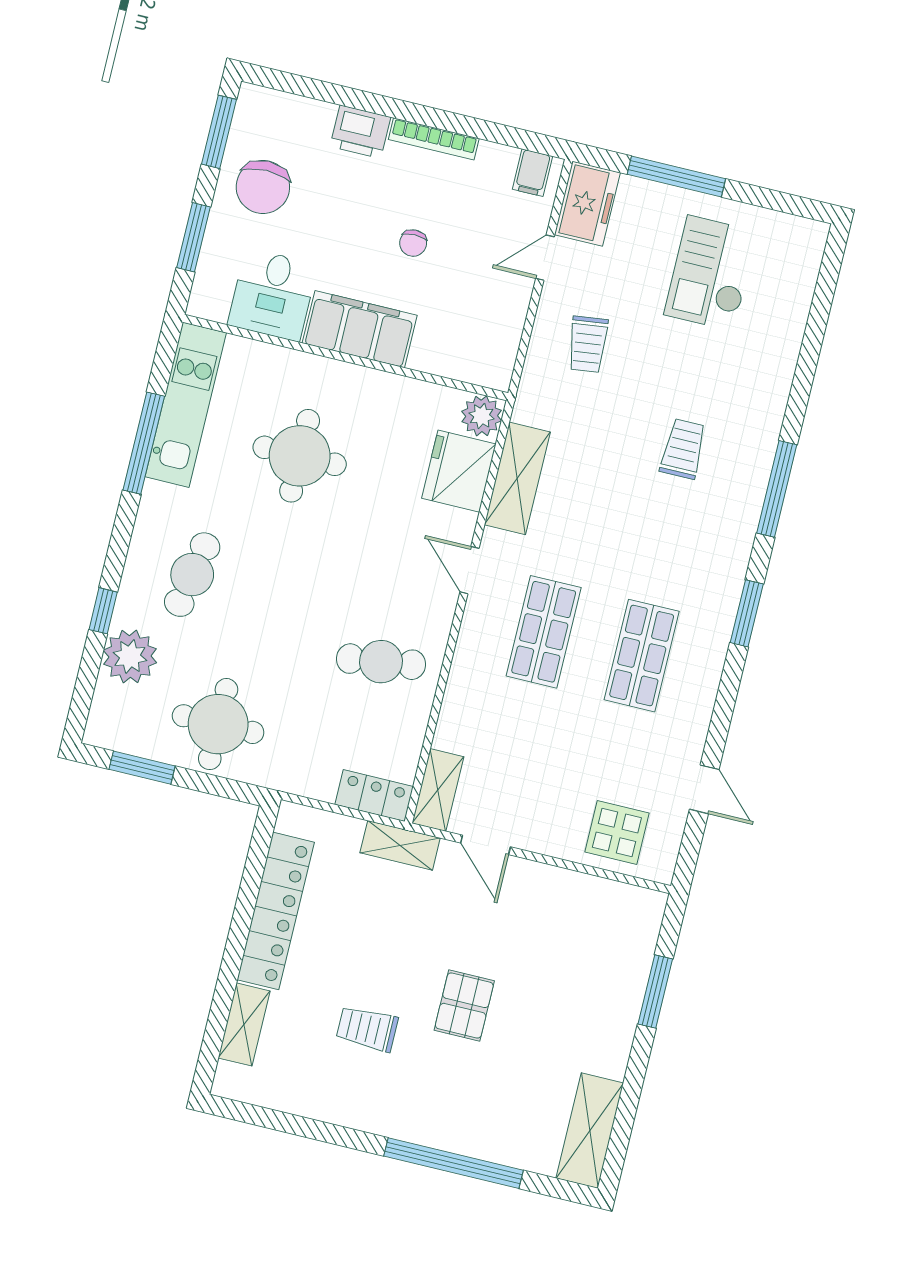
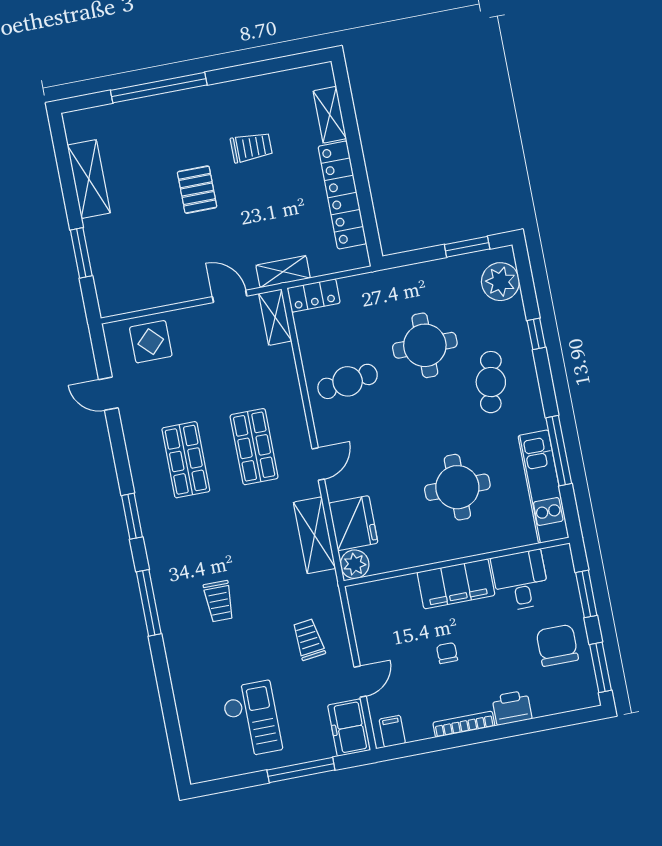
door: (469, 570) -> (318, 464), hinge flipped
plant: (130, 656) -> (500, 282), moved
round table: (218, 724) -> (425, 345), moved
shelving: (590, 1131) -> (89, 179), moved

